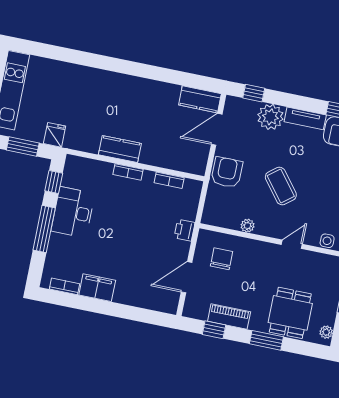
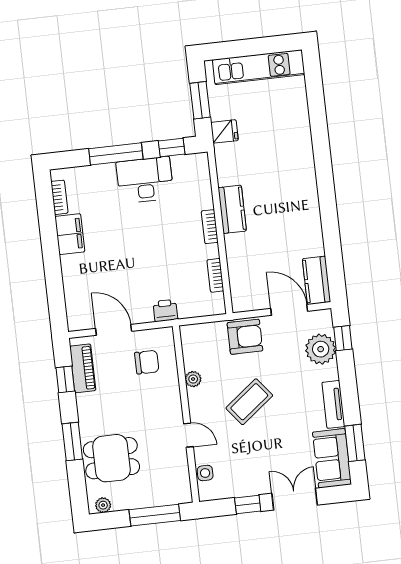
plant: (270, 117) -> (321, 349), moved
piano: (229, 317) -> (83, 368), moved

